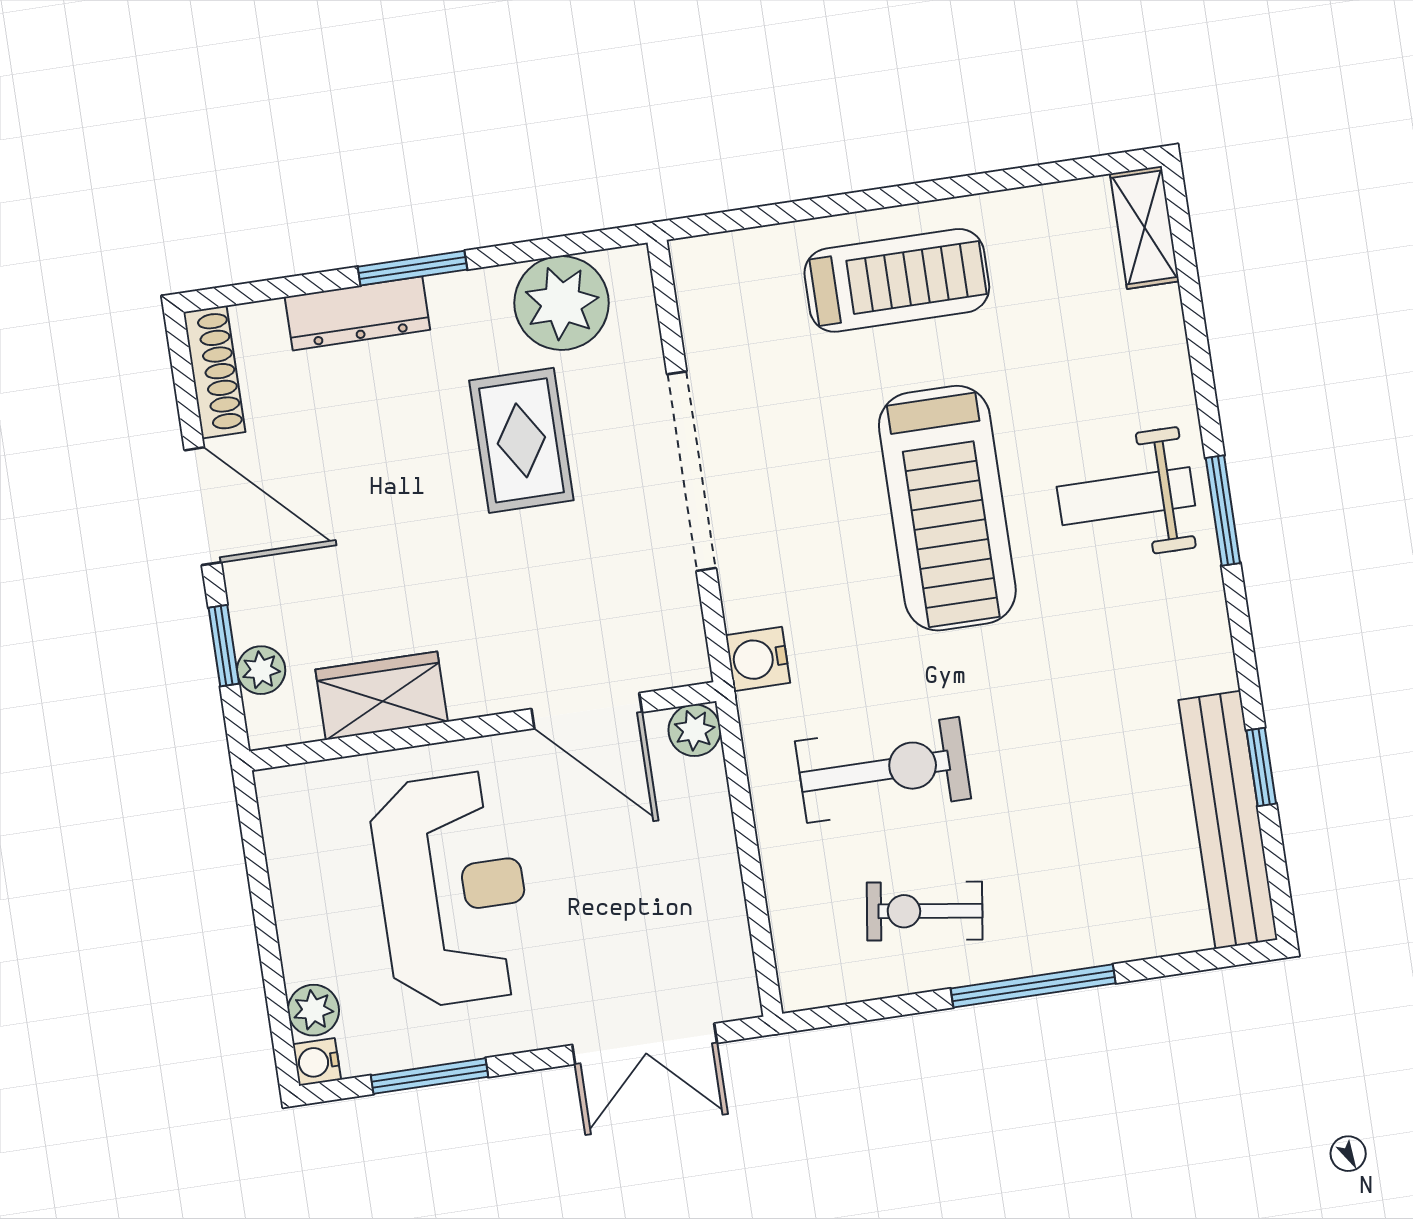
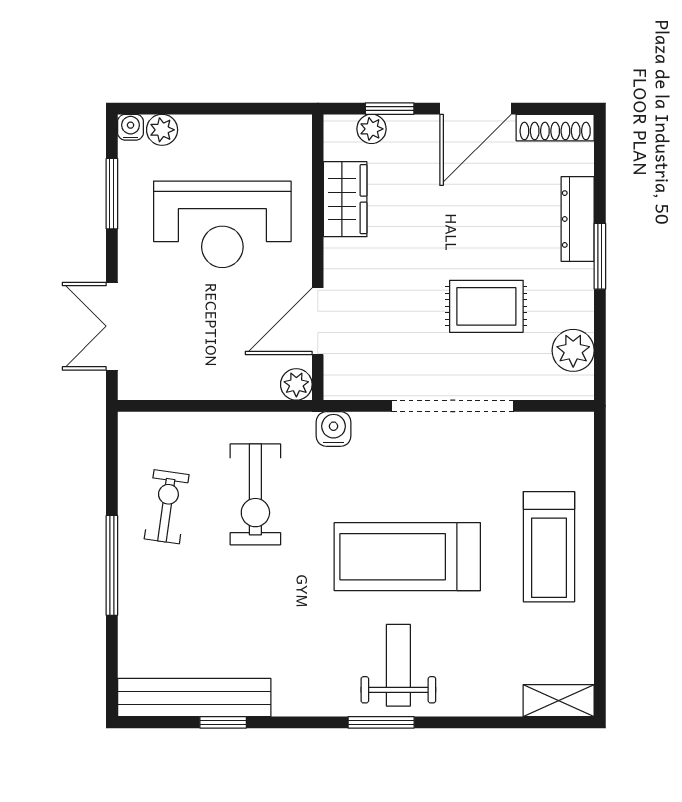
plant: (562, 303) -> (573, 350), width x0.73, depth x0.73

